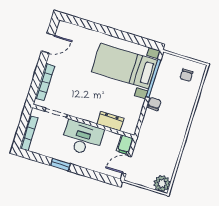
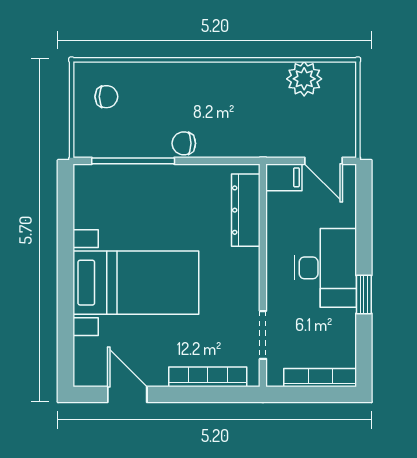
bed with nightstands: (125, 66) -> (136, 283), moved, turned -90
dresser: (110, 121) -> (246, 210), width x1.44
desk: (82, 138) -> (325, 268), moved, turned 180
plant: (162, 183) -> (304, 79), moved

